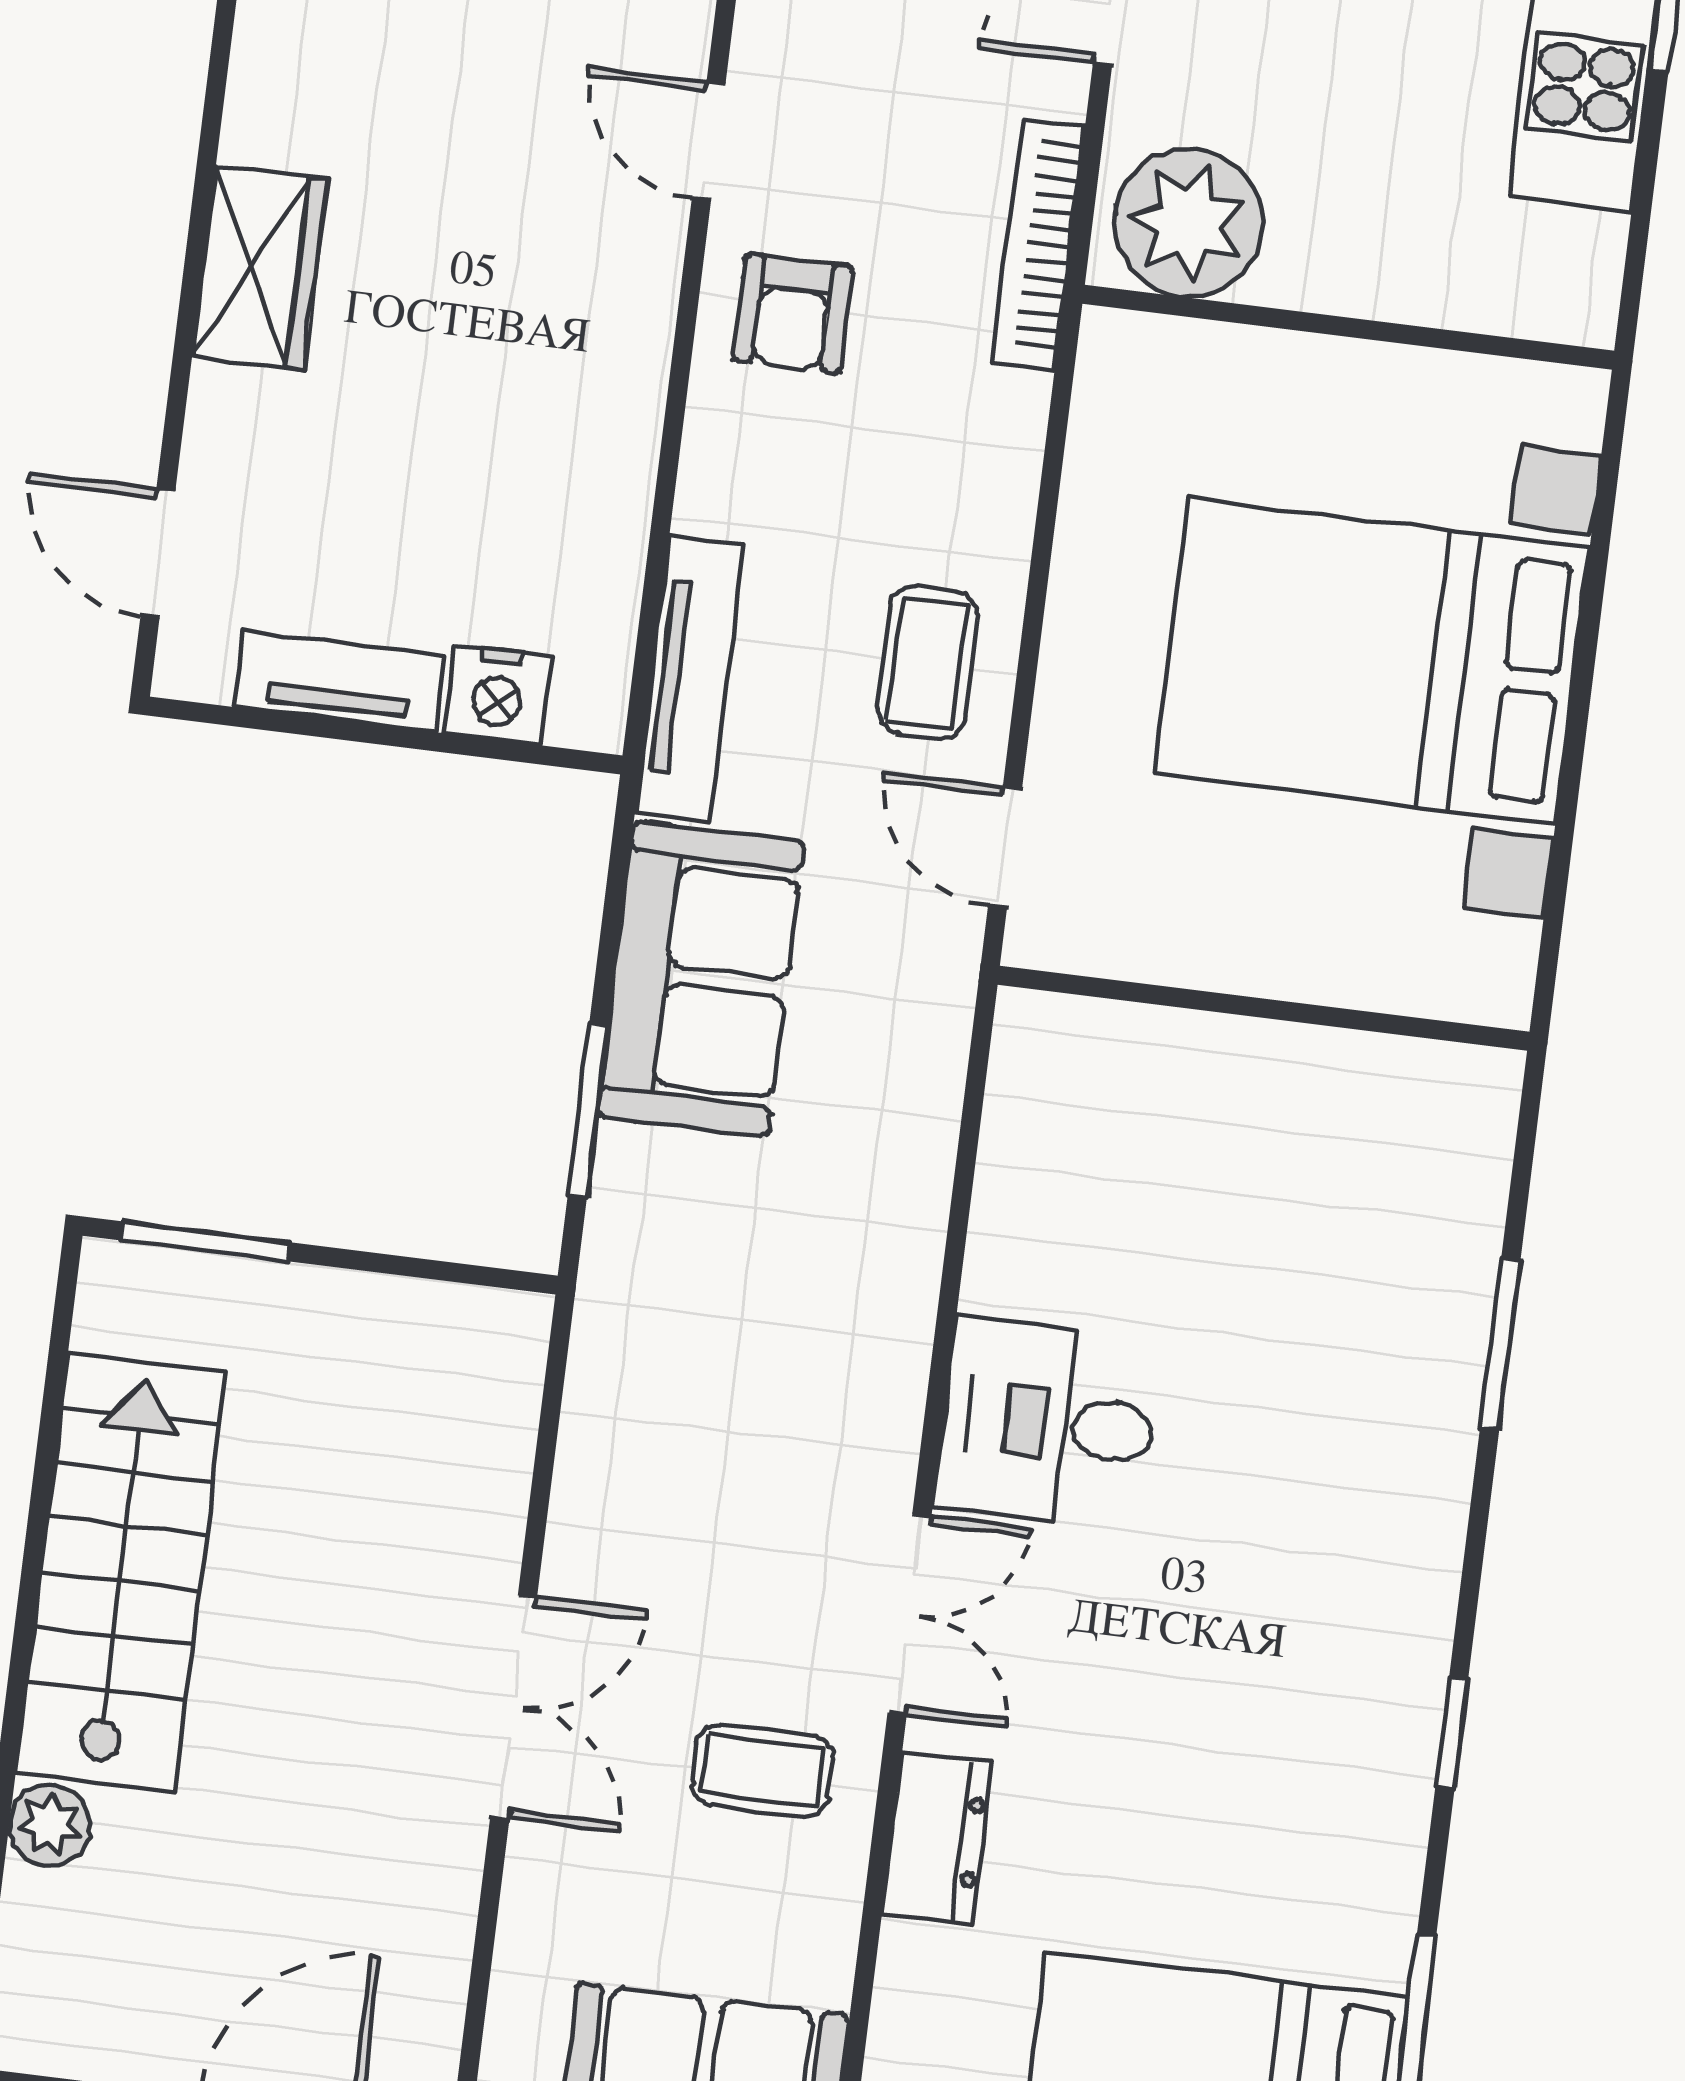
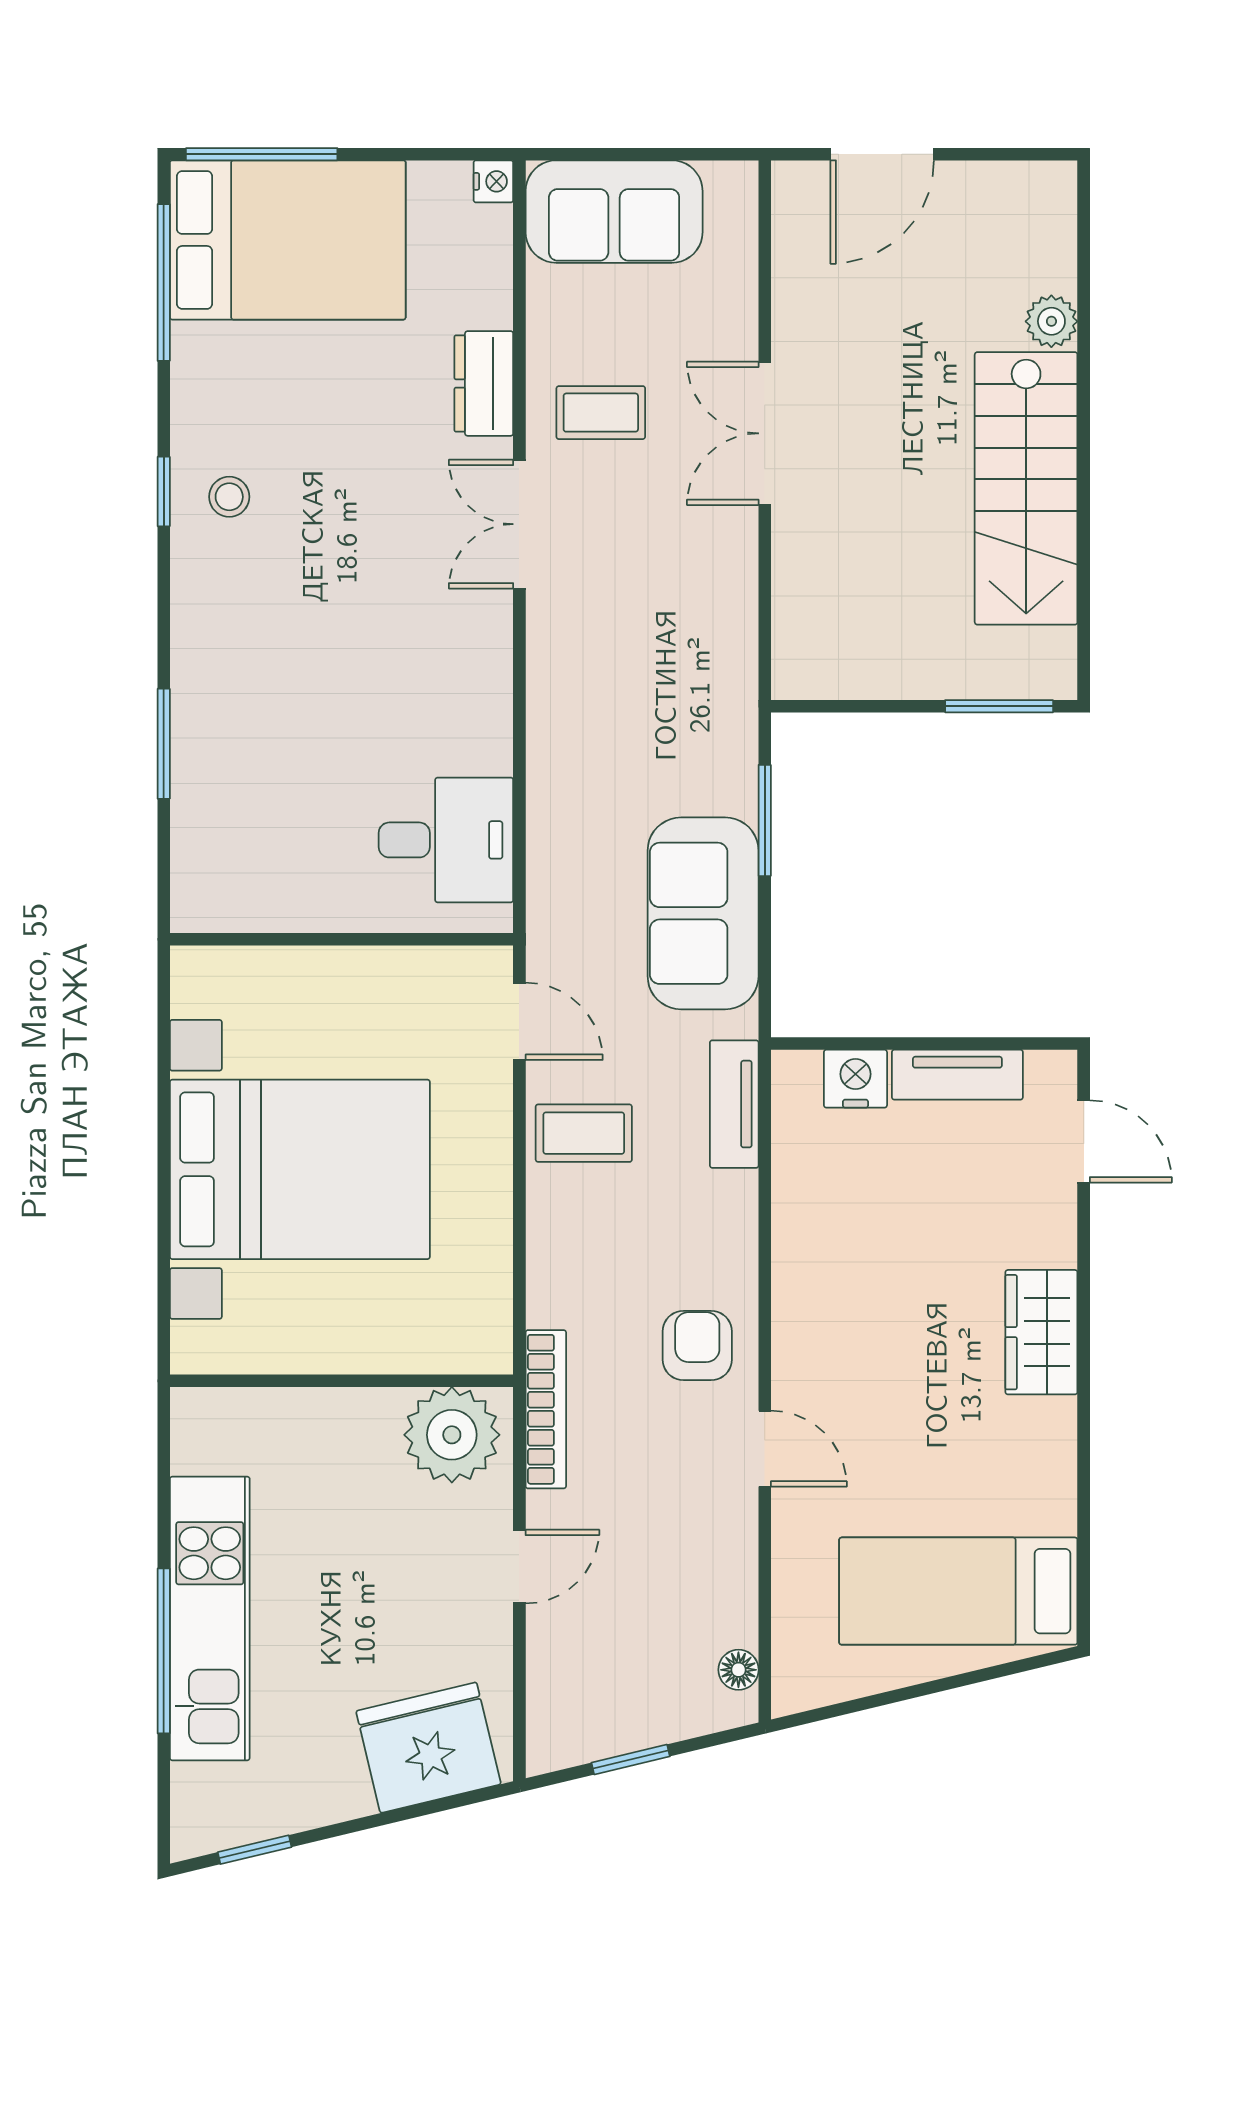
coffee table: (927, 663) -> (584, 1133), turned 90
tv unit: (690, 679) -> (734, 1104), width x0.71
desk: (1048, 1423) -> (446, 840), moved
stool: (1352, 1712) -> (229, 497), added

